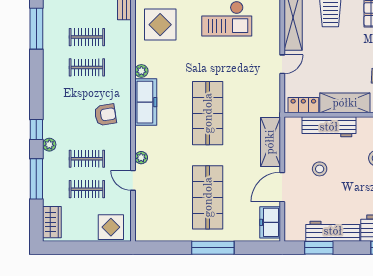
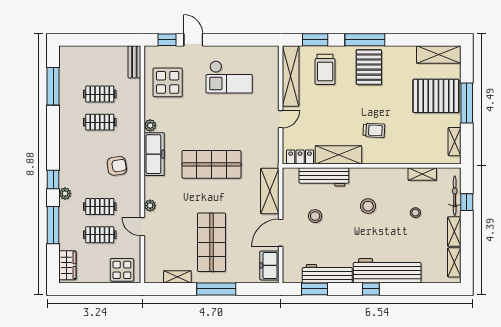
shop shelf: (208, 113) -> (211, 164), turned 90
shelving: (171, 235) -> (177, 277), added

